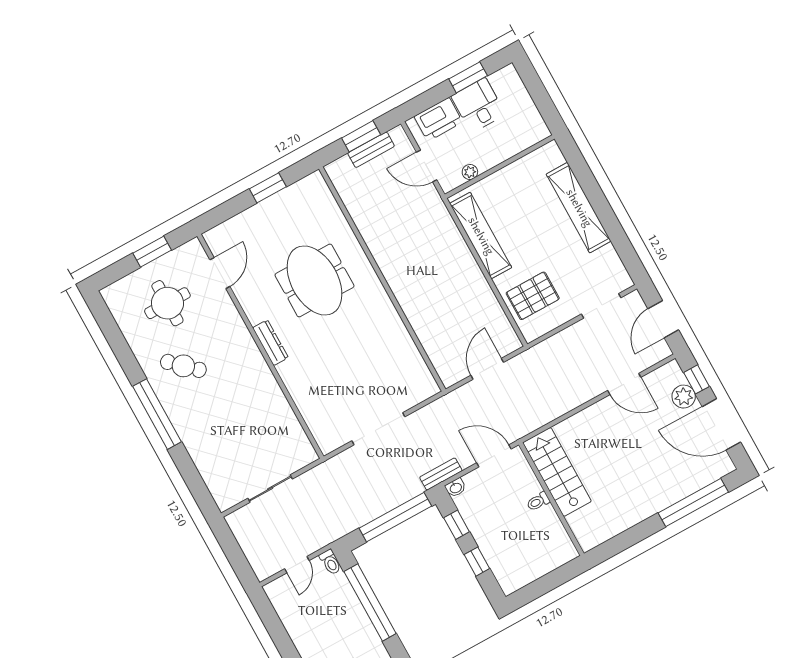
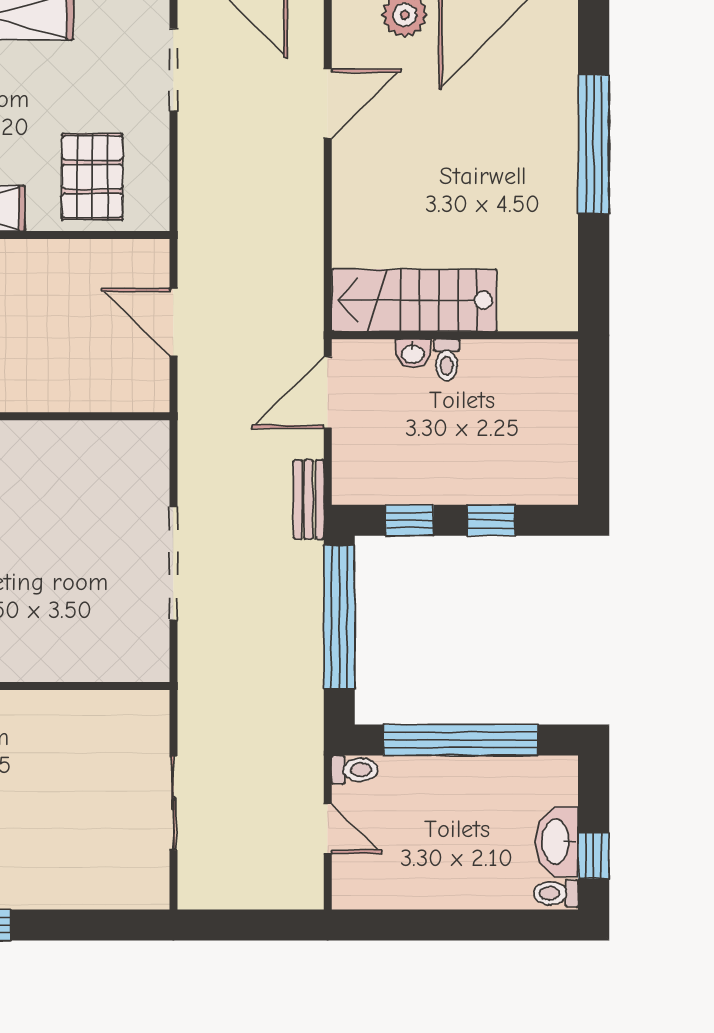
washbasin: (456, 488) -> (413, 353), moved, turned 90
window: (693, 503) -> (594, 144), moved

